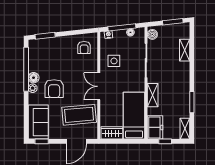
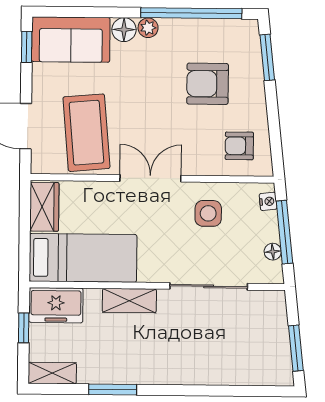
boiler: (152, 34) -> (268, 301), removed
shelving: (185, 50) -> (231, 374), removed
floor lamp: (34, 78) -> (124, 30), moved
armchair: (54, 89) -> (208, 84), moved

